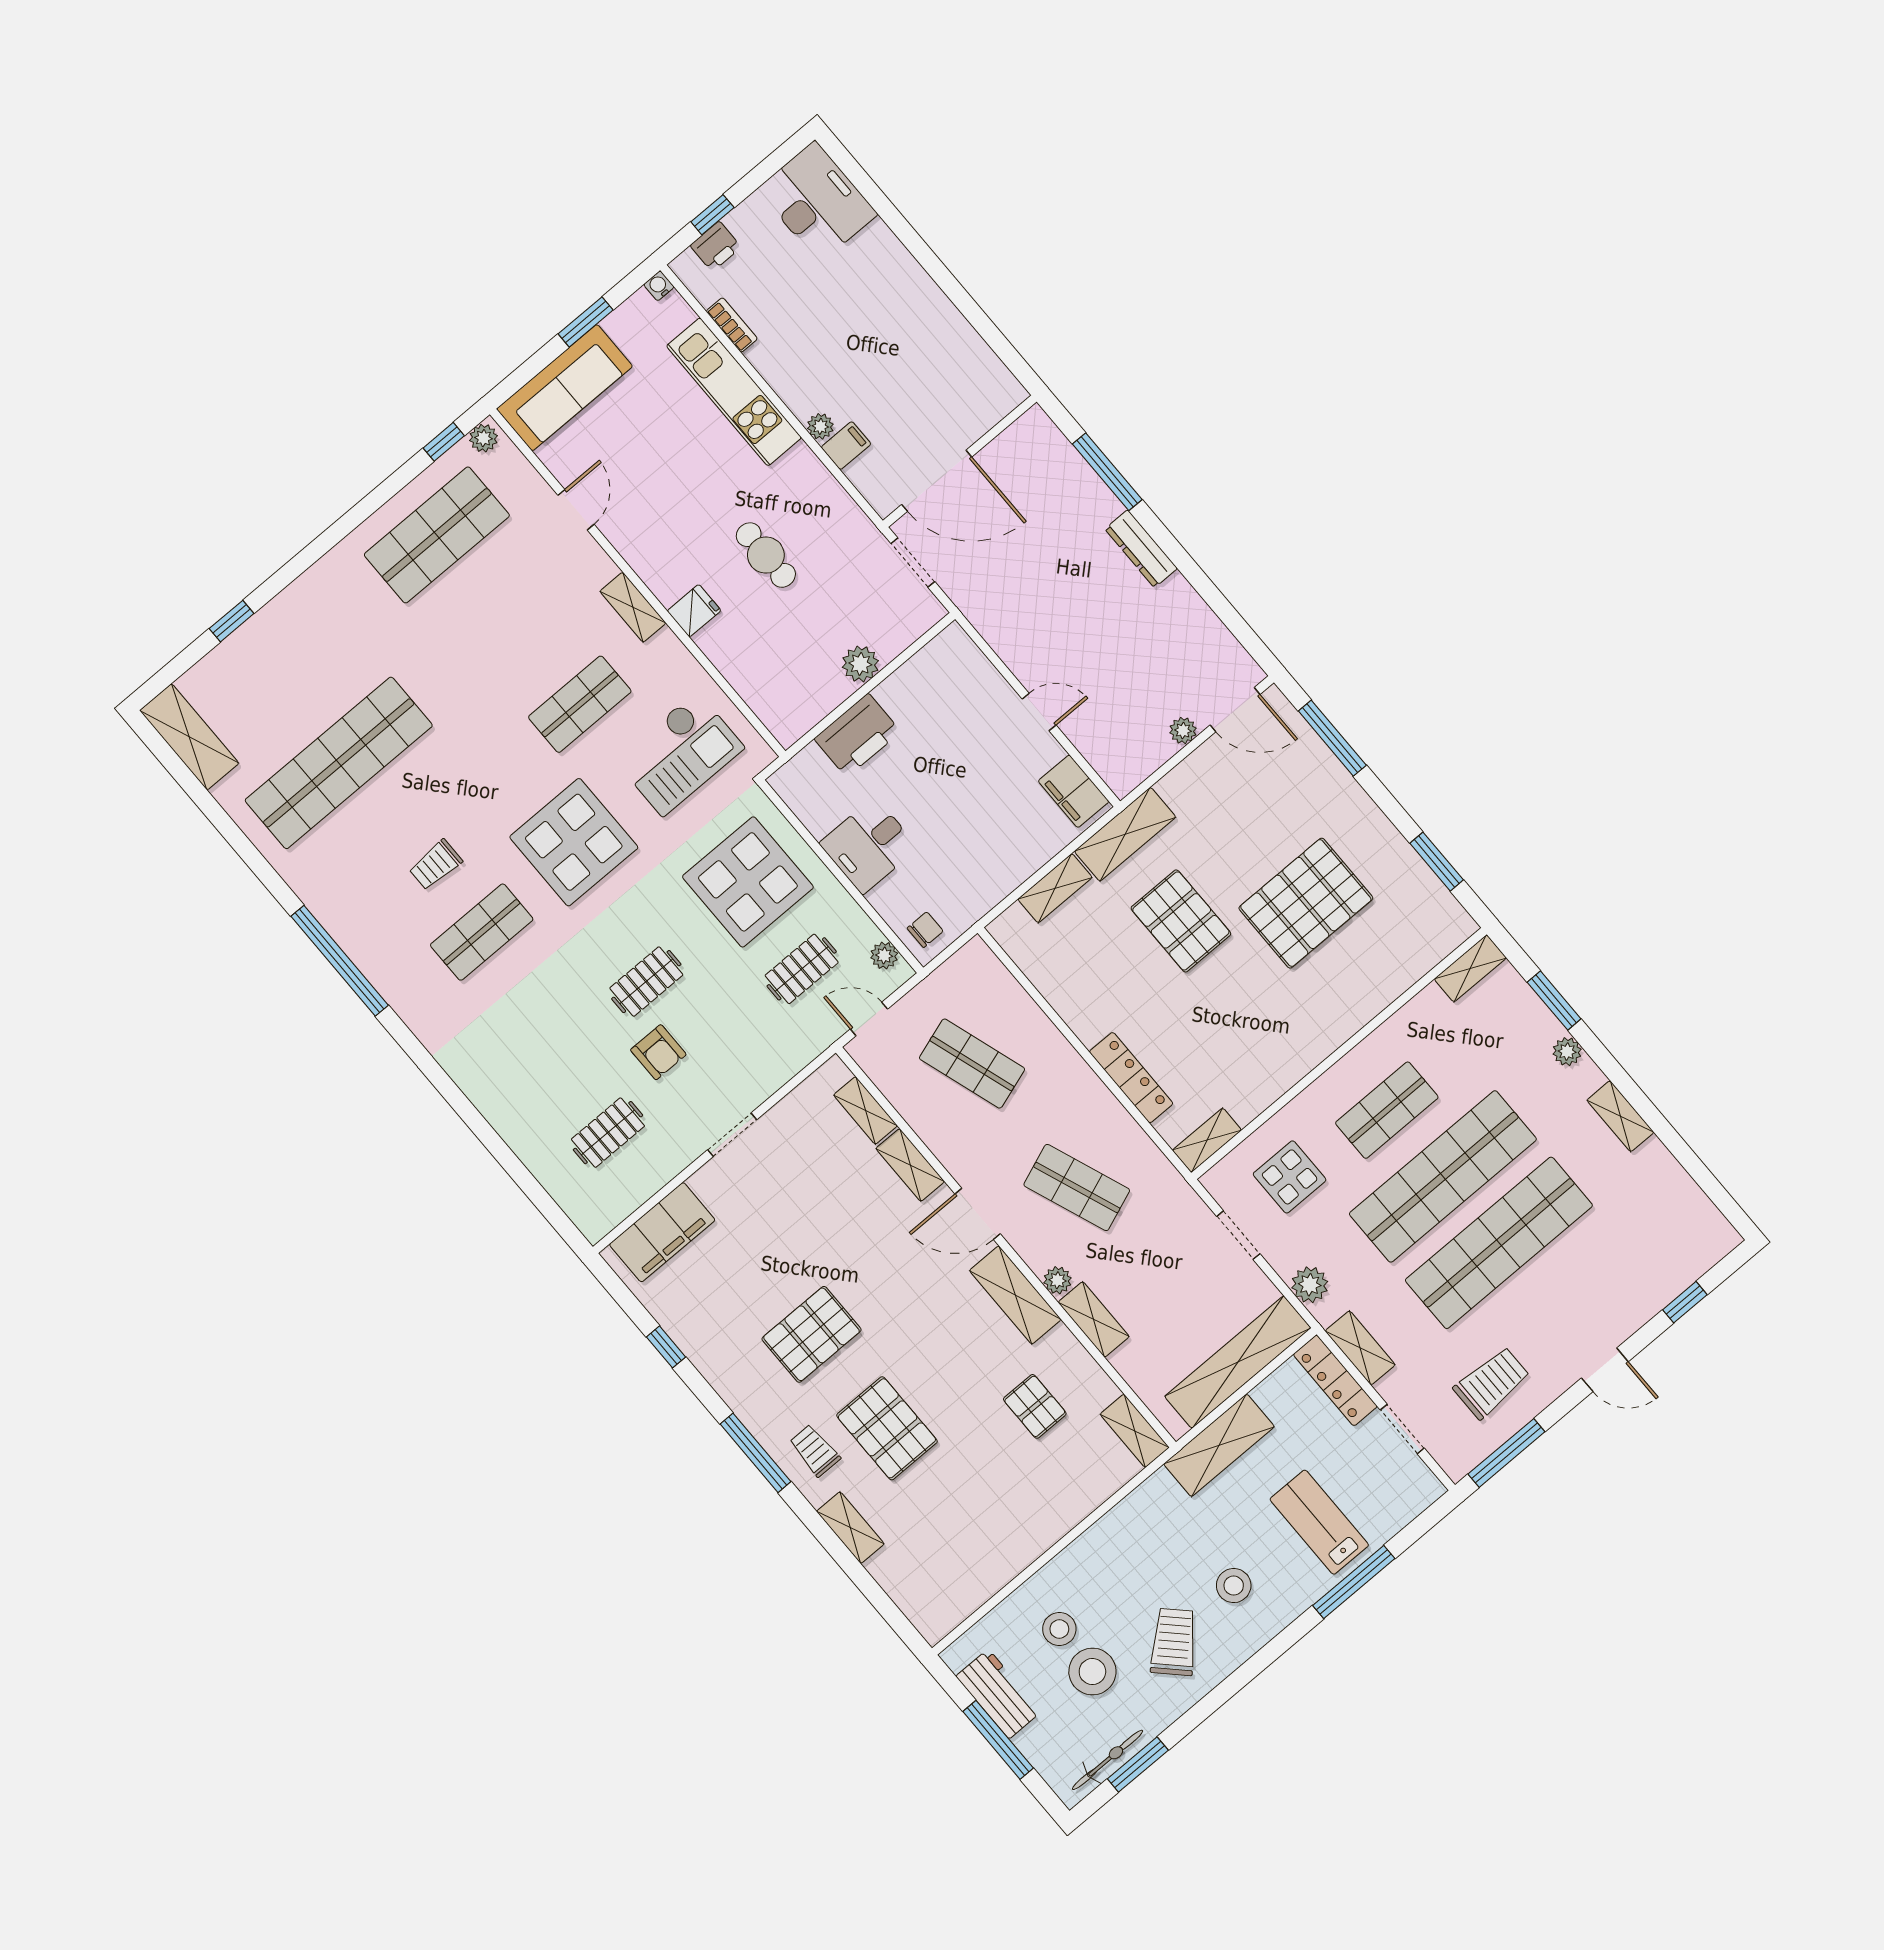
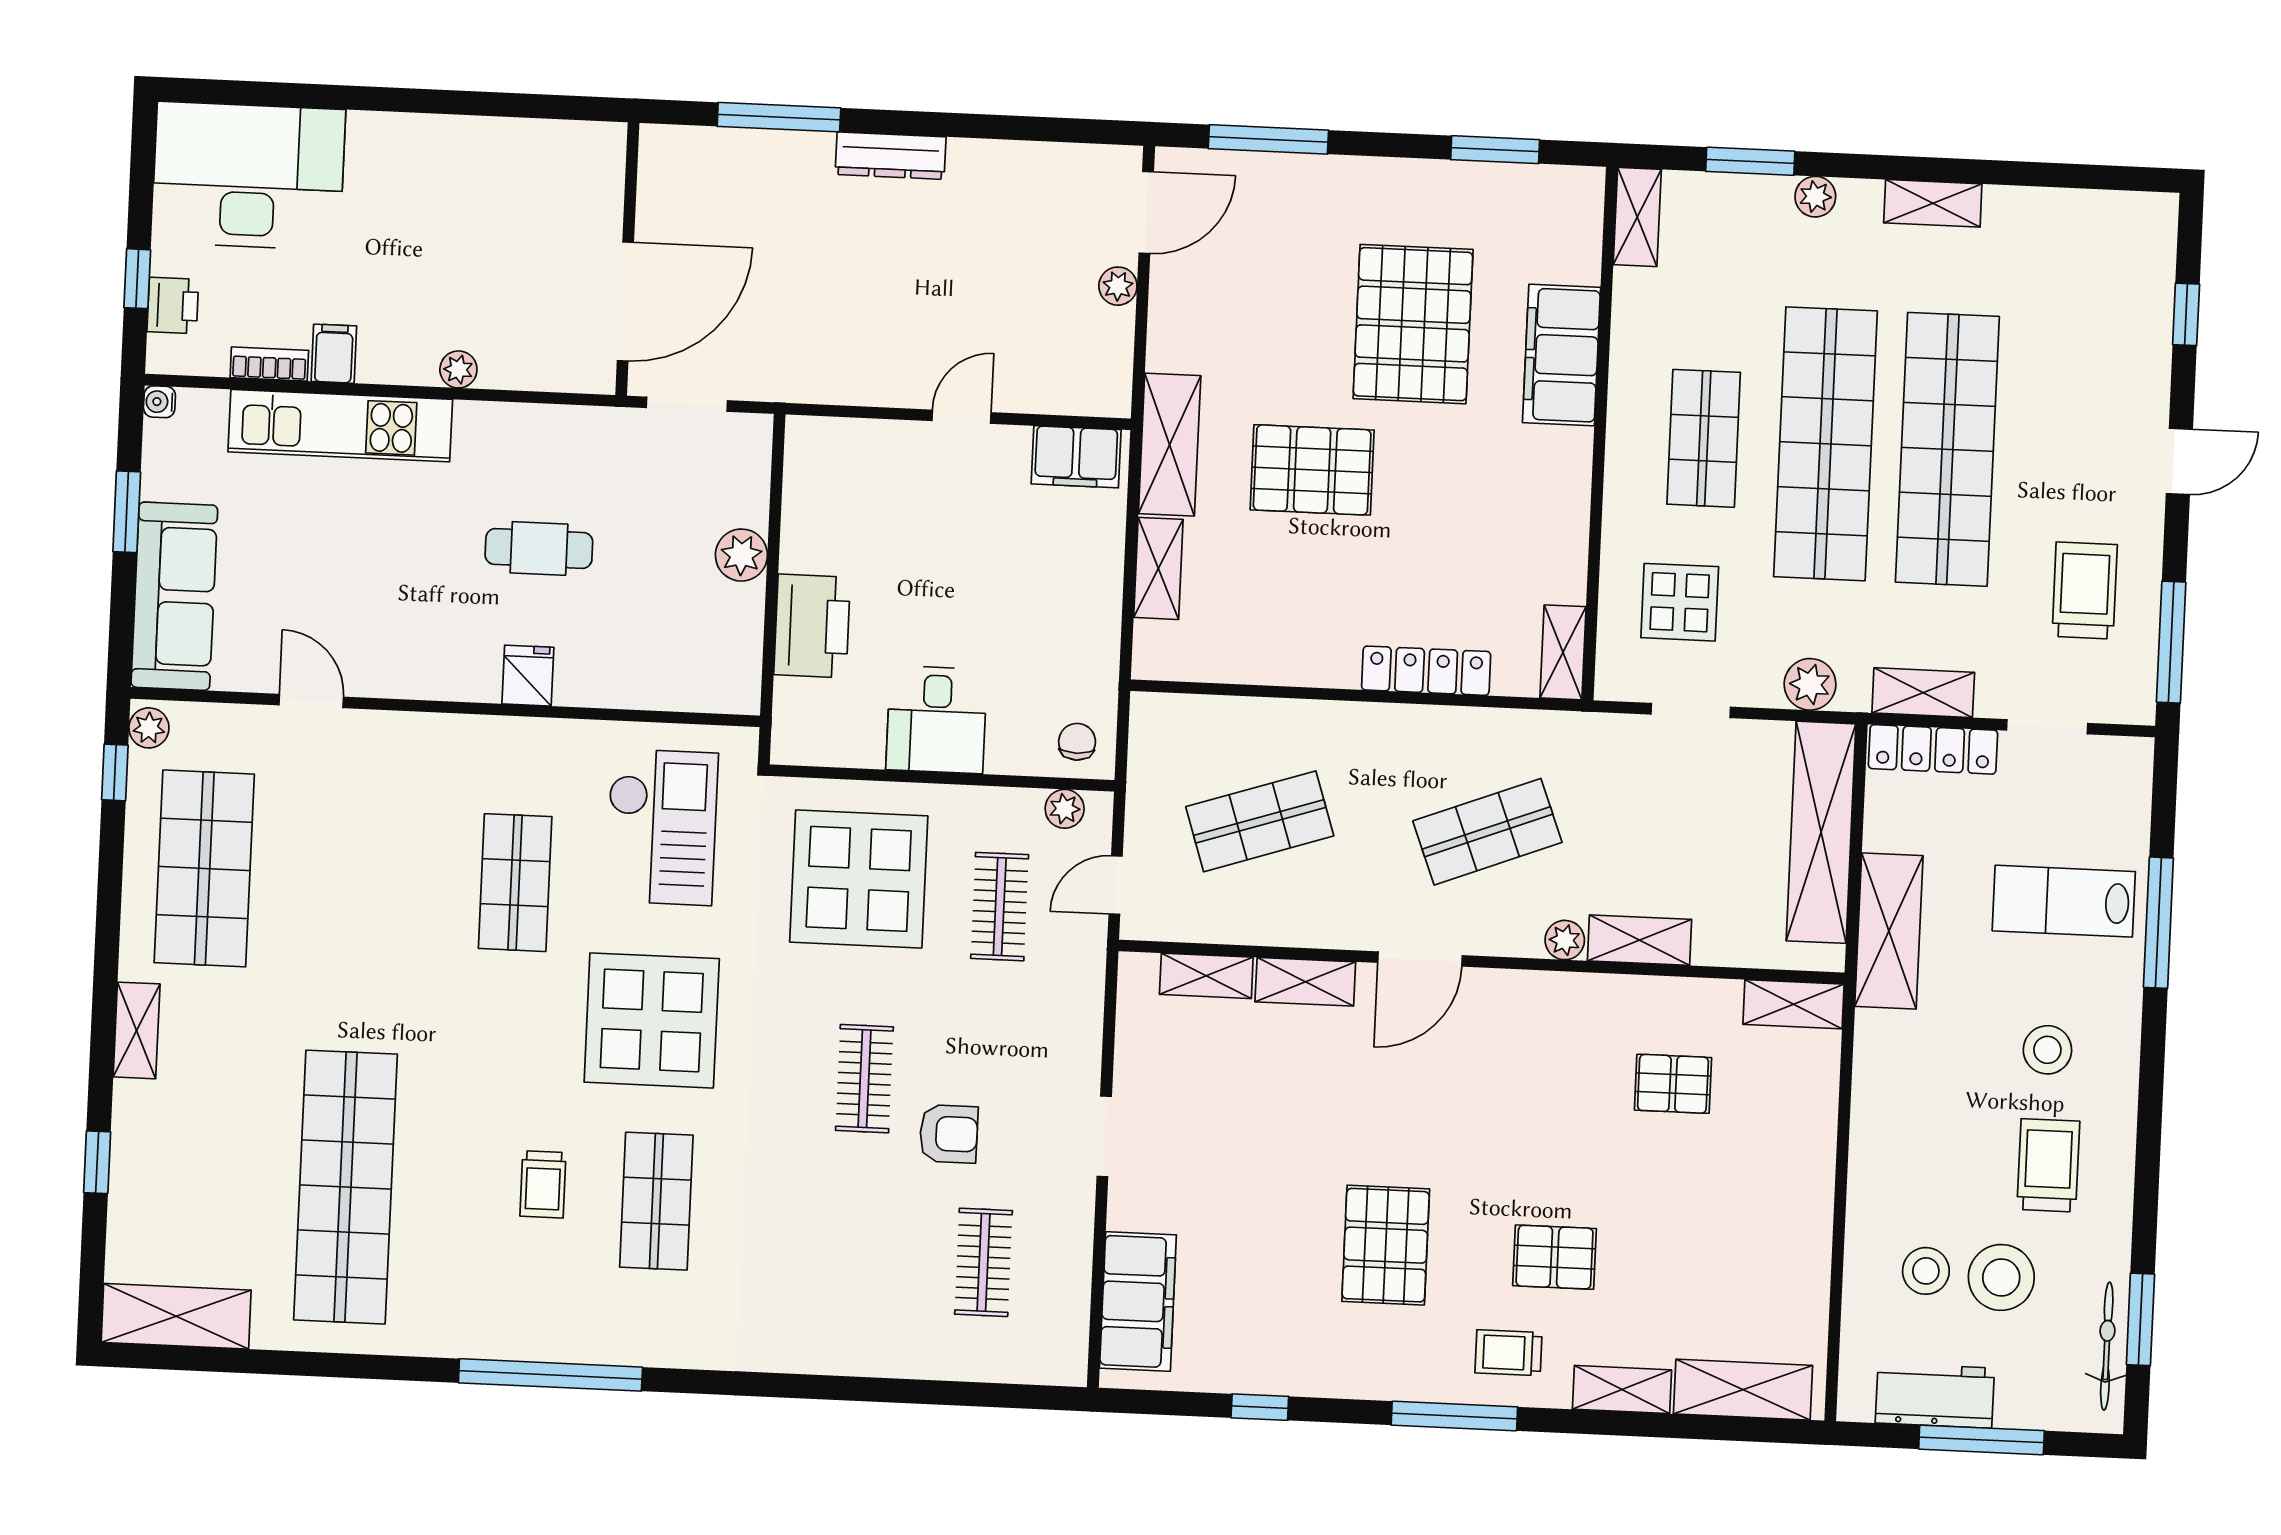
desk: (817, 202) -> (248, 176), width x1.36, depth x1.30
filing cabinet: (846, 446) -> (334, 354), moved
shelving: (633, 607) -> (137, 1030), moved, turned 90
filing cabinet: (1362, 996) -> (1562, 355), added
shelving: (1015, 1295) -> (1743, 1390), moved
pallet: (887, 1428) -> (1555, 1257), width x0.67, depth x0.71
trolley: (1174, 1642) -> (2048, 1165), turned 45

